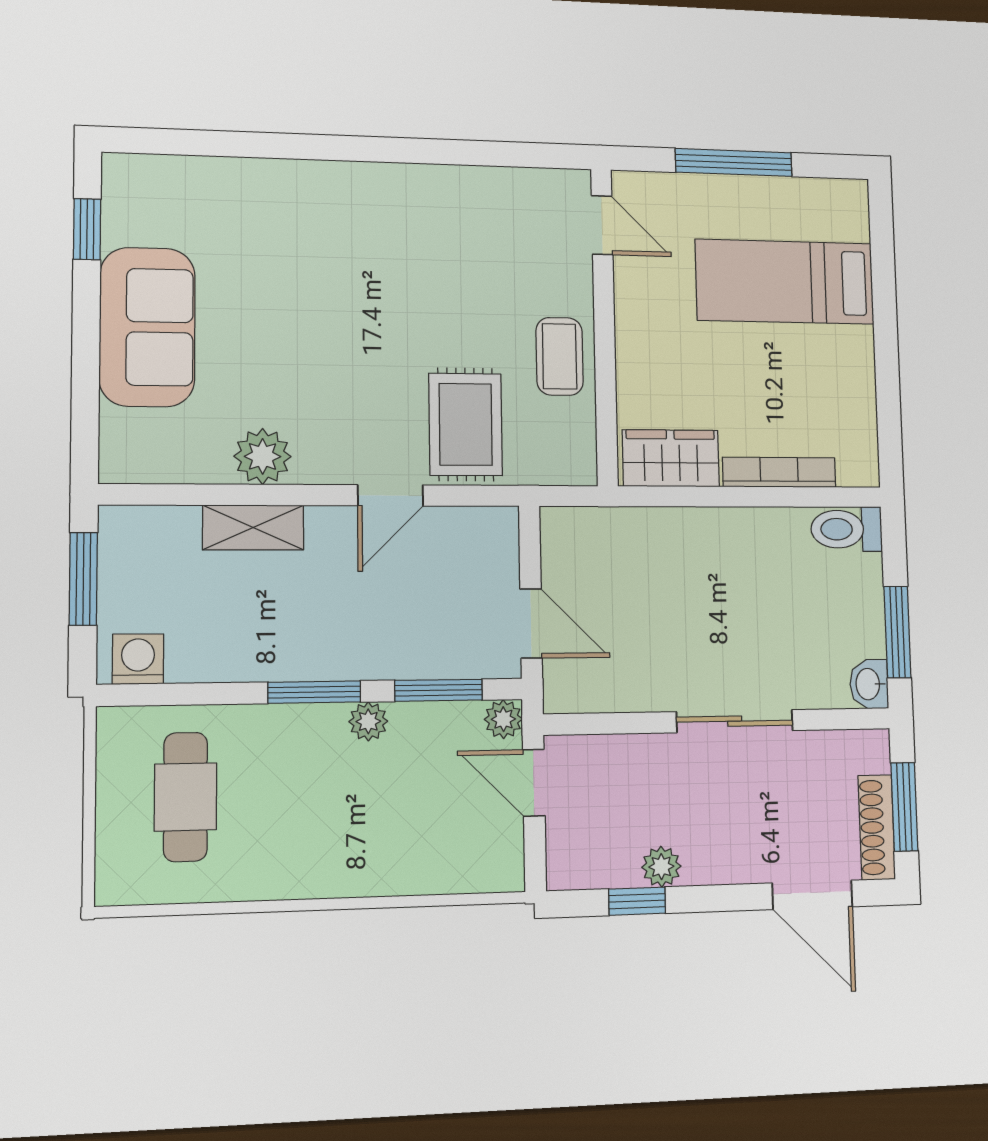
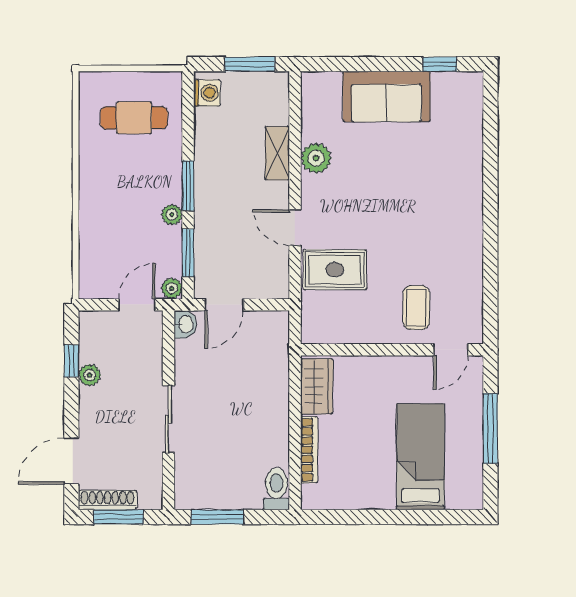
coffee table: (560, 356) -> (416, 308), moved, turned 90
washbasin: (869, 684) -> (185, 324), moved, turned 90

